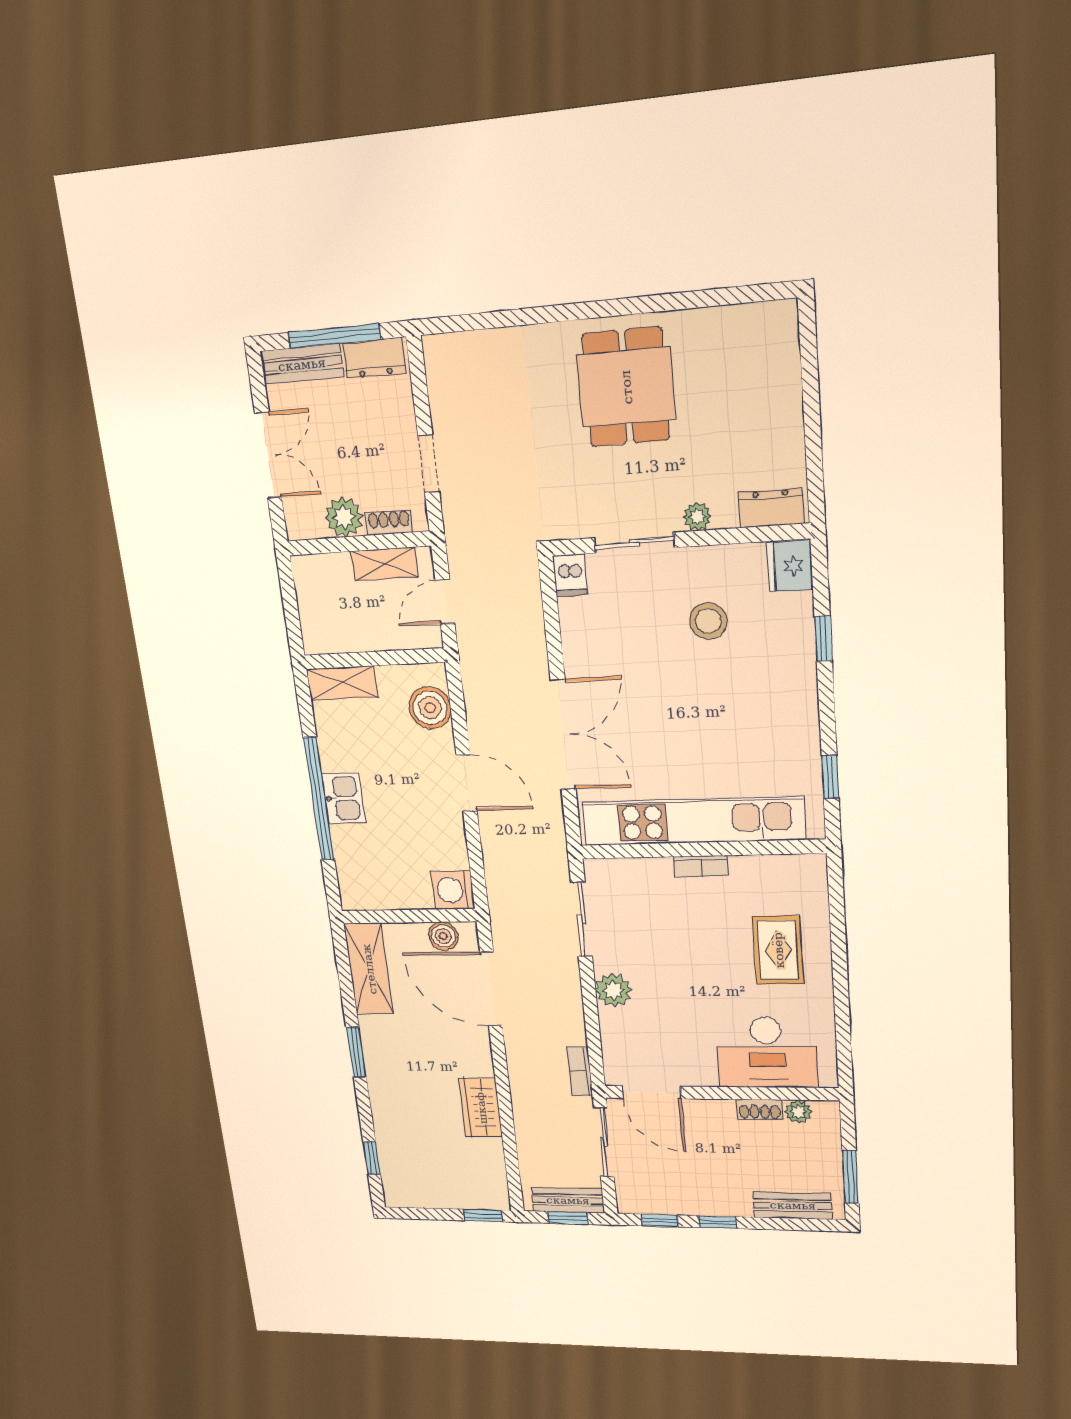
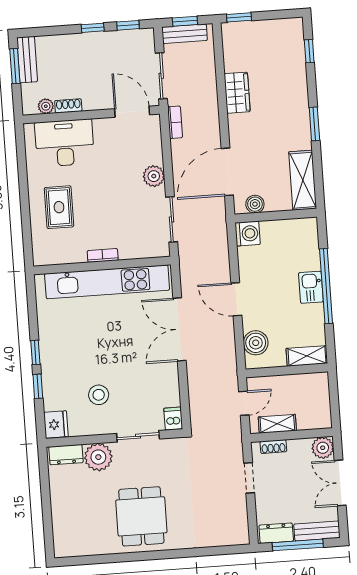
plant: (344, 517) -> (323, 448), moved
plant: (697, 517) -> (98, 457), width x1.87, depth x1.87
window: (830, 777) -> (35, 352), moved
door: (491, 989) -> (227, 172), swing flipped
bench: (793, 1205) -> (27, 60), moved, turned 90

